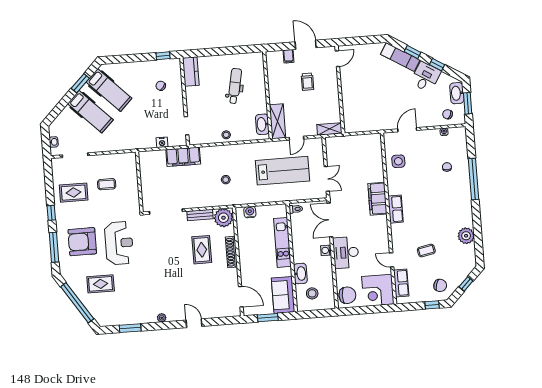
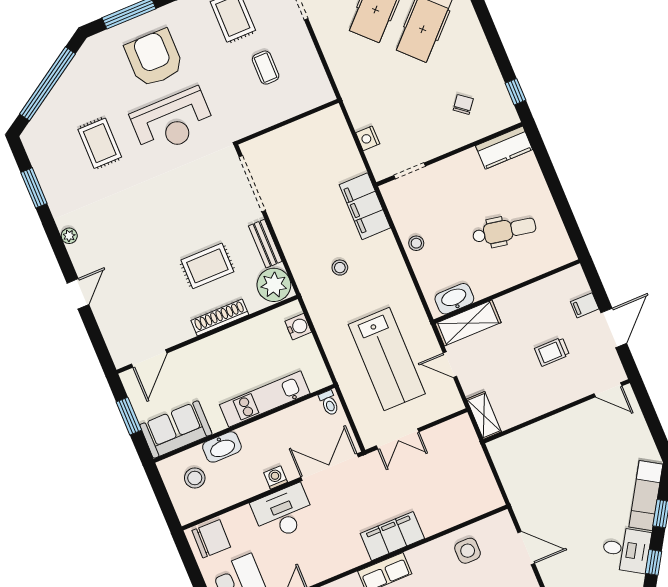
filing cabinet: (183, 157) -> (365, 206), moved
rug: (101, 284) -> (100, 143), moved
chair: (347, 295) -> (211, 539), turned -89

